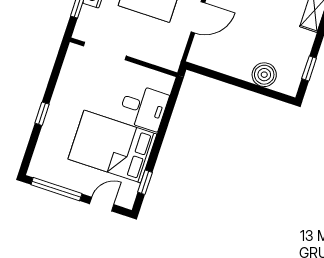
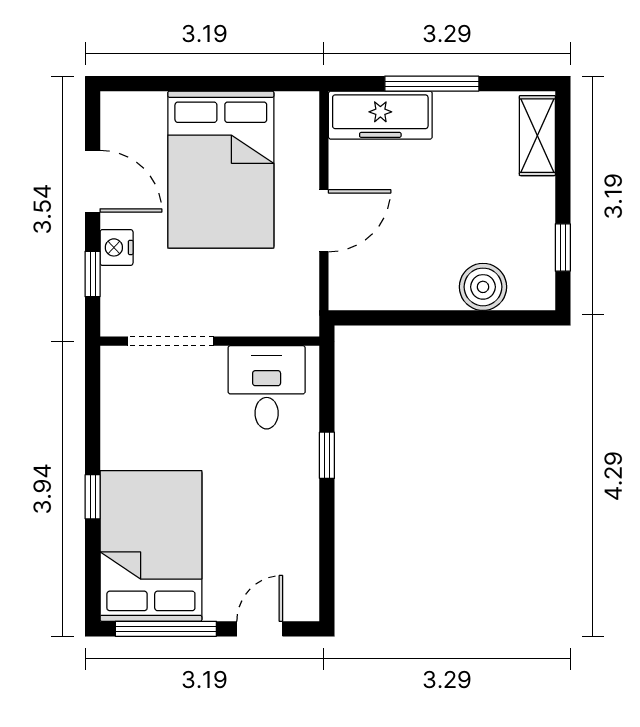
desk: (143, 107) -> (267, 387), moved, turned -90
bed: (112, 147) -> (151, 546), moved, turned 90
window: (145, 182) -> (327, 455), moved

